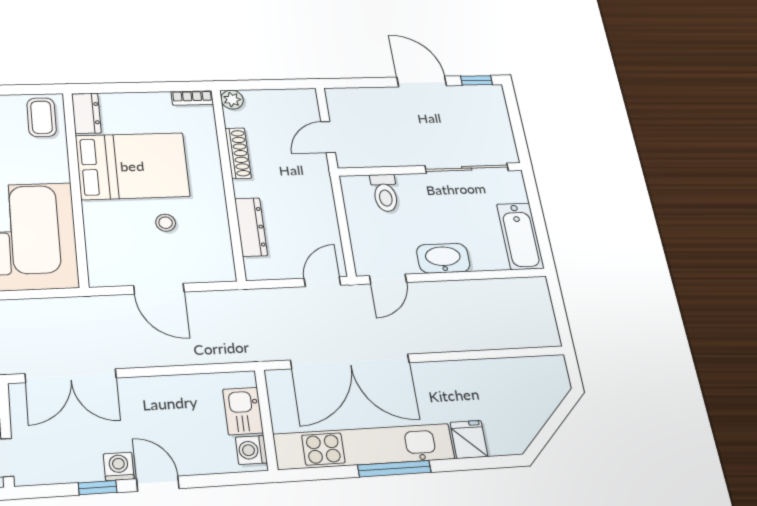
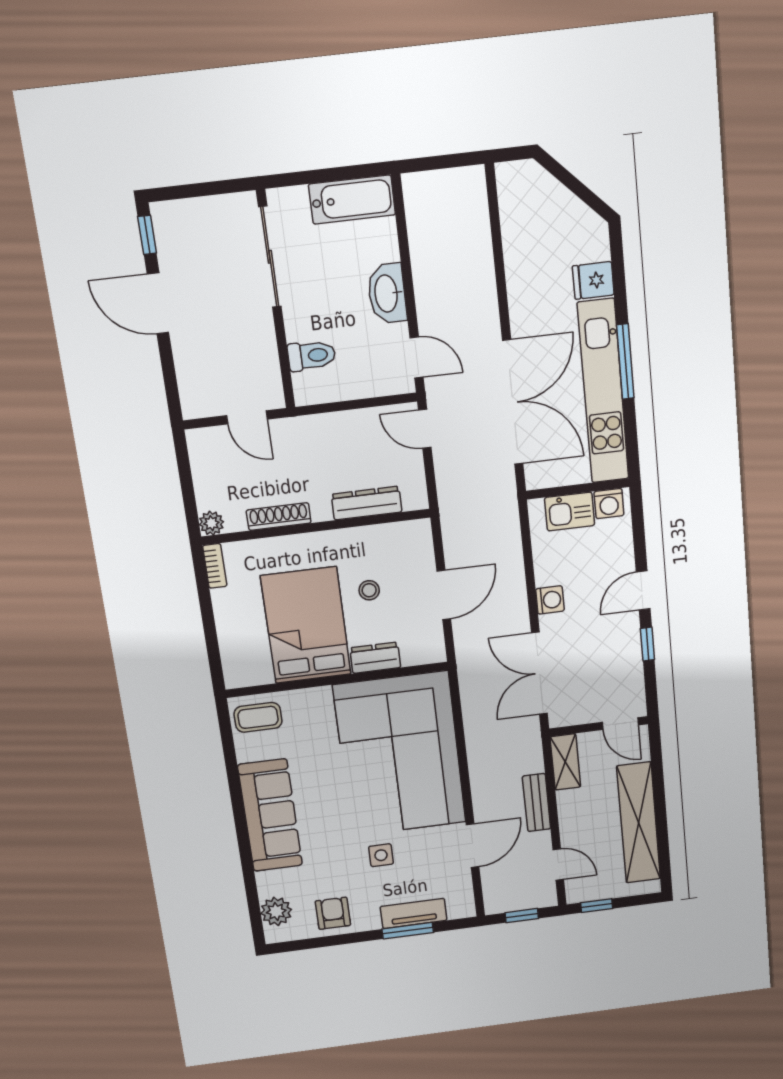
door: (422, 81) -> (158, 303), hinge flipped
dresser: (86, 113) -> (375, 658), moved
double door: (71, 376) -> (539, 673), swing flipped
washing machine: (119, 466) -> (550, 600), moved, turned 180

